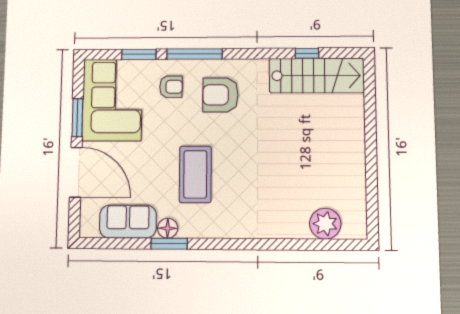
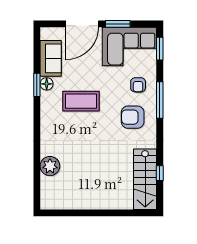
window: (139, 54) -> (160, 49), moved
armchair: (220, 95) -> (133, 117), turned -90
plant: (325, 224) -> (50, 166), moved

